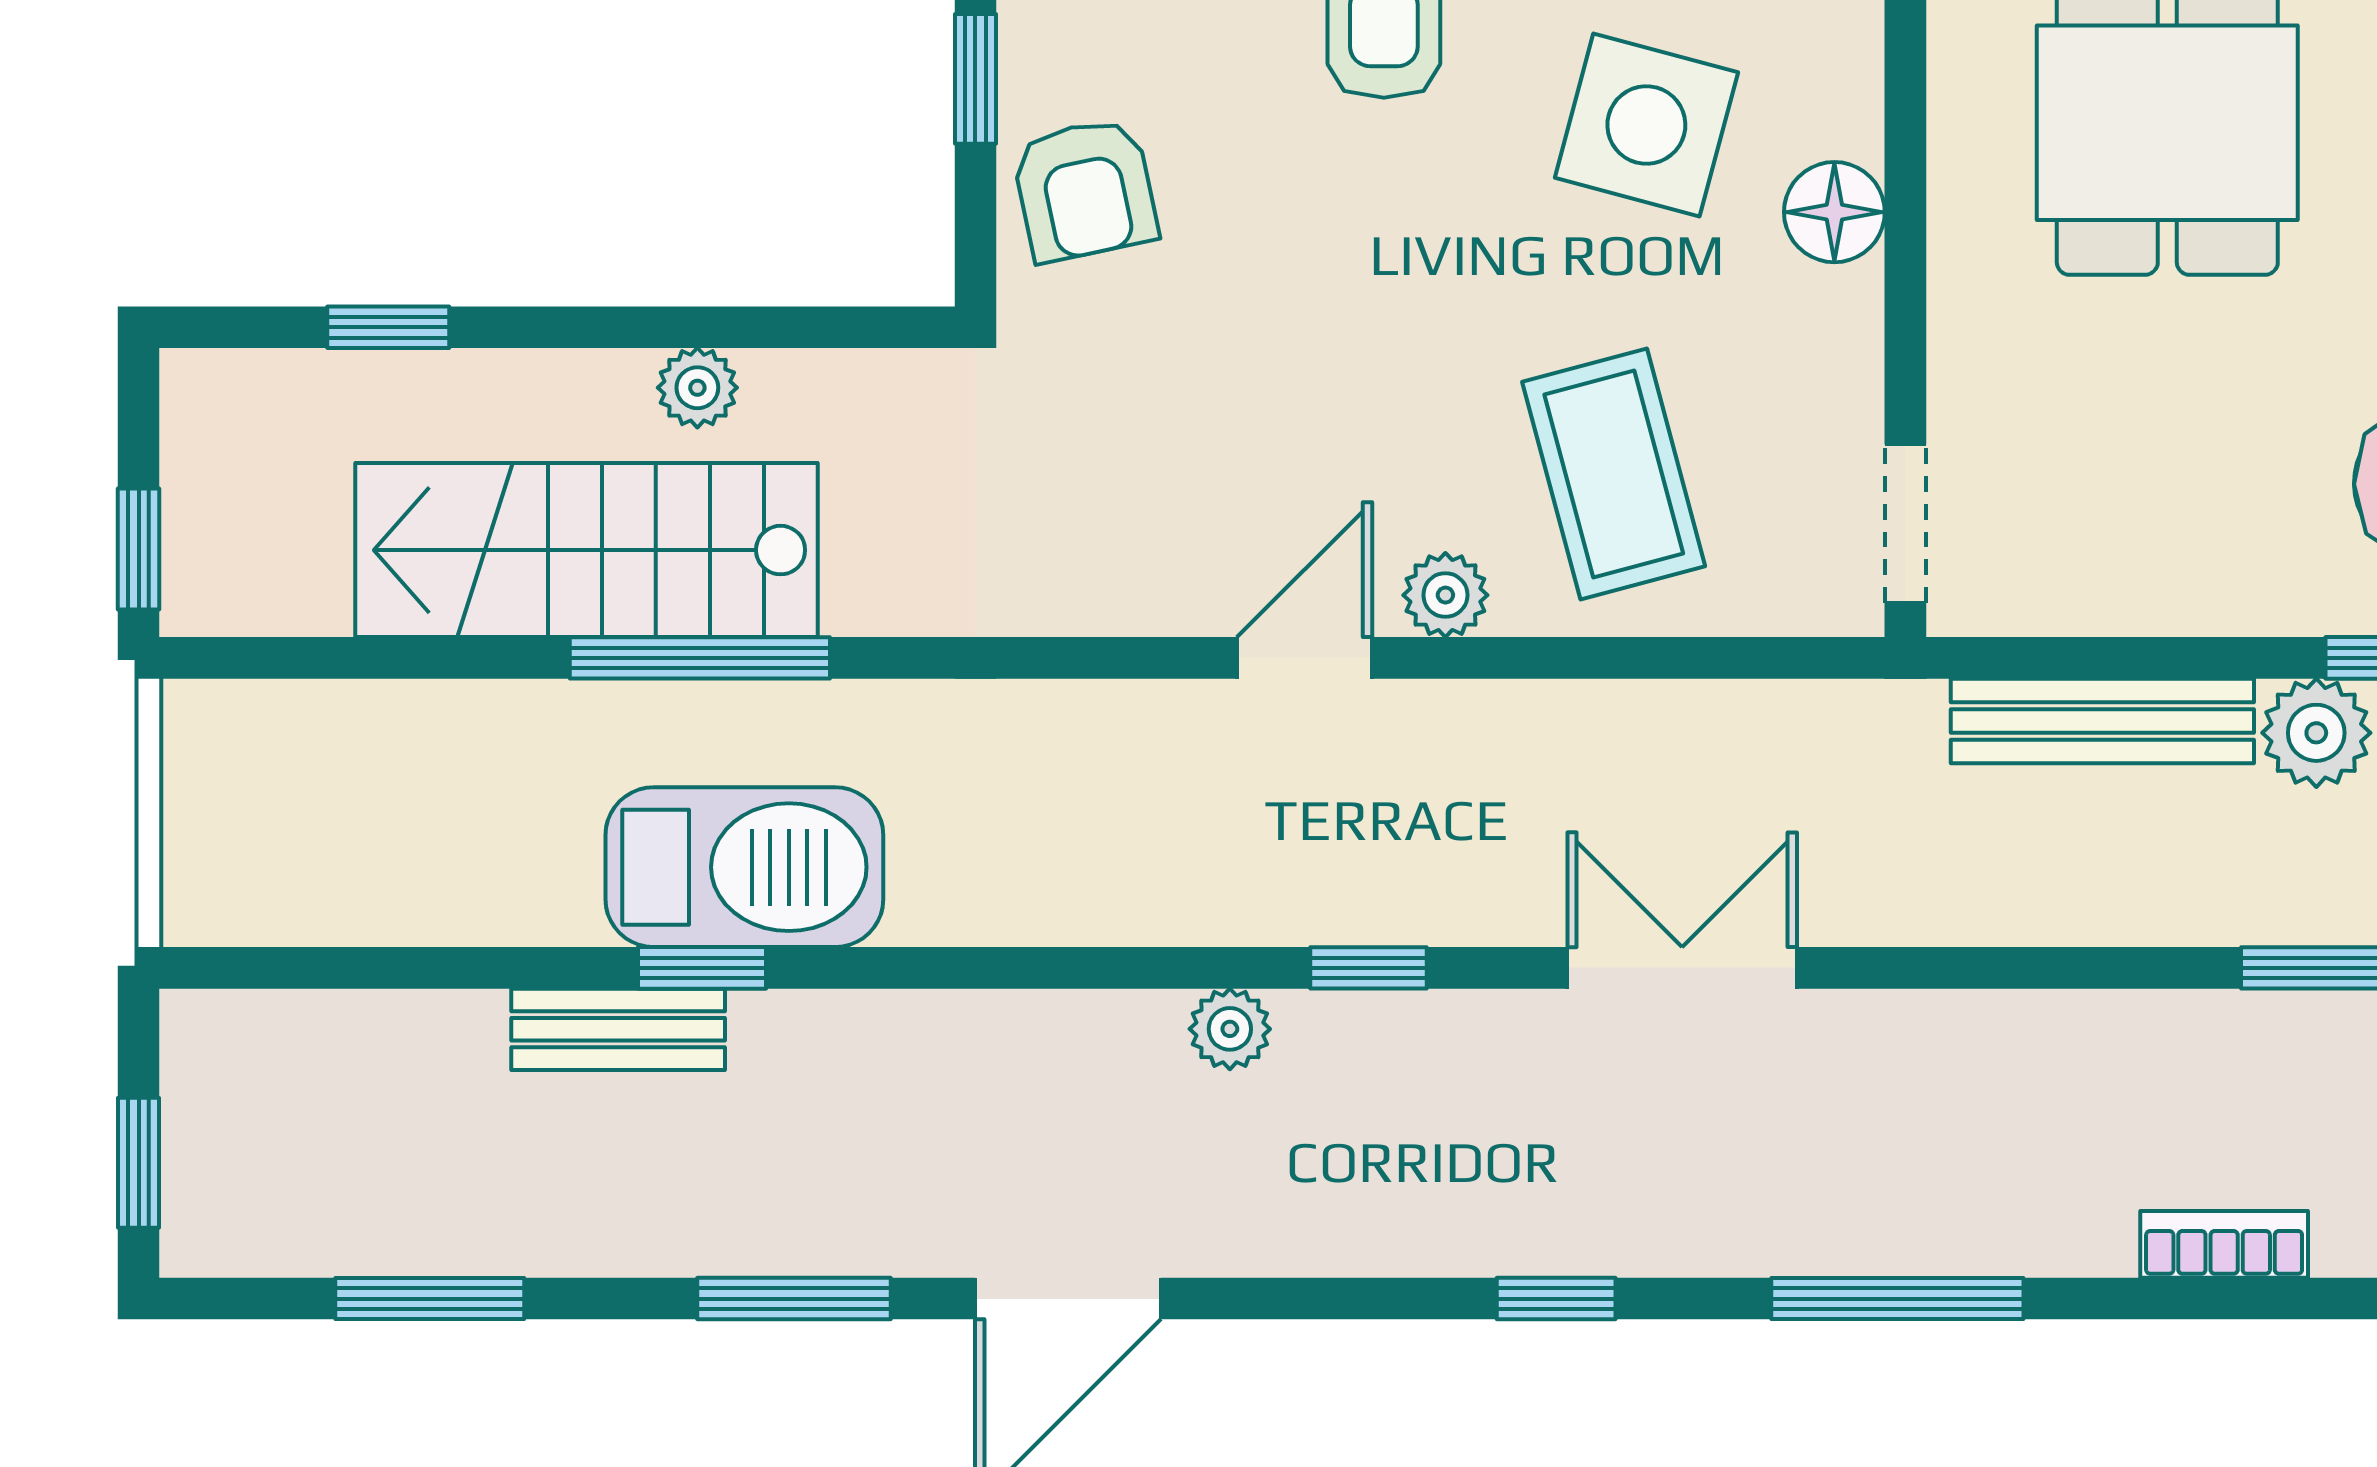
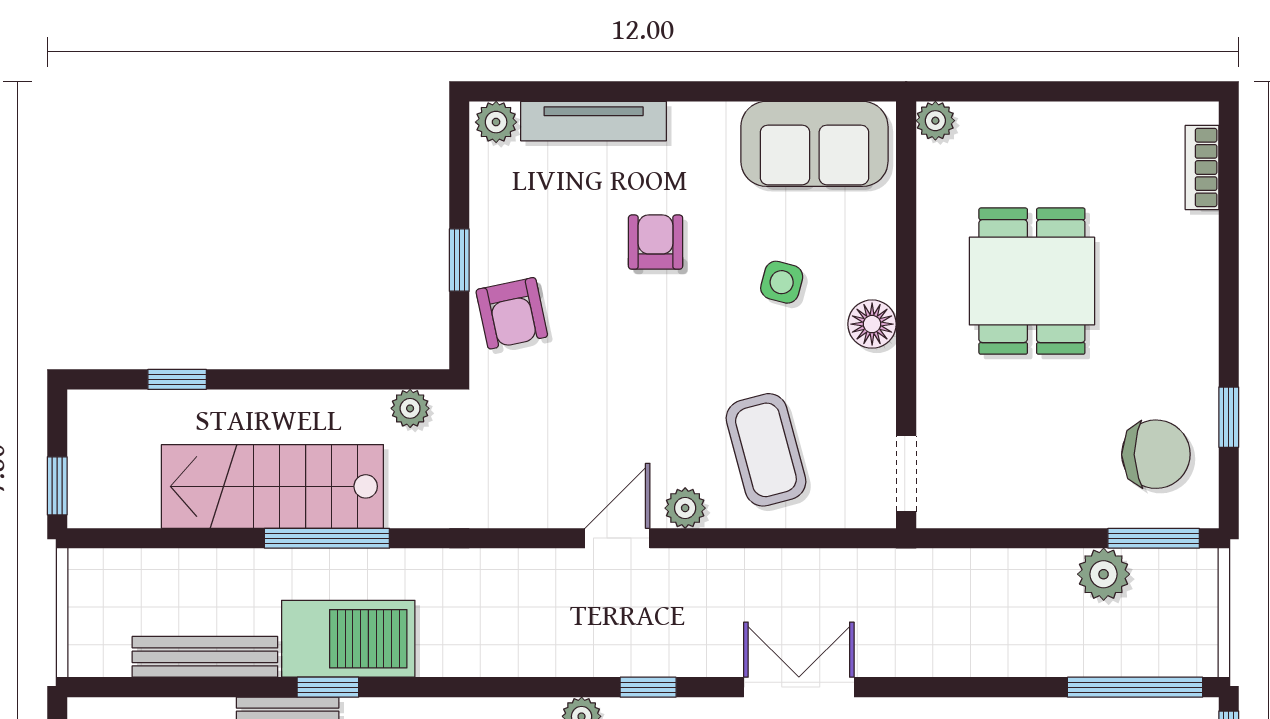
side table: (1646, 125) -> (782, 282), width x0.54, depth x0.54
plant: (697, 388) -> (410, 408), moved
bench: (2102, 721) -> (205, 657), moved

